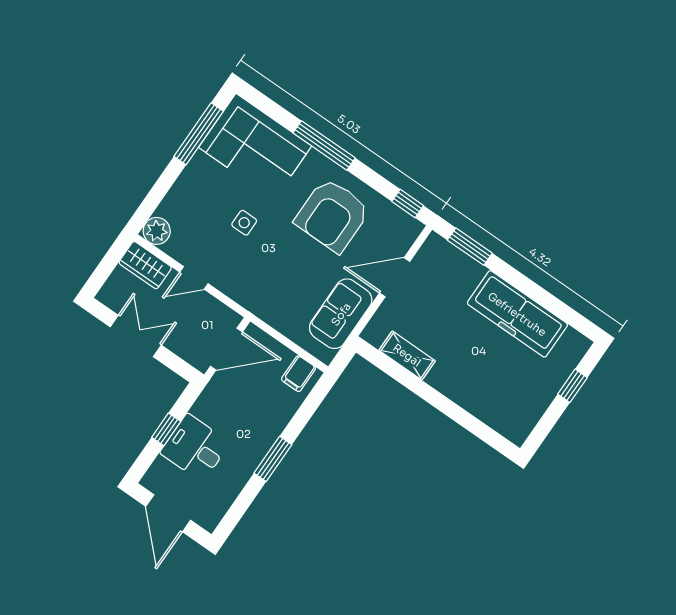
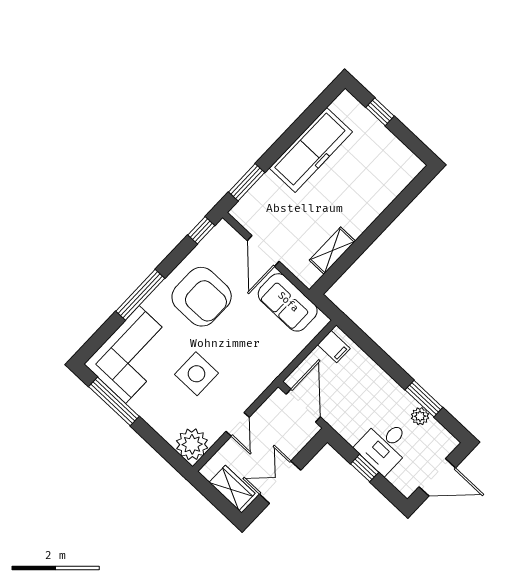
side table: (244, 223) -> (197, 374), width x1.87, depth x1.87
plant: (157, 231) -> (192, 444), width x1.36, depth x1.36
wardrobe: (145, 265) -> (232, 488), moved, turned -90
window: (273, 459) -> (424, 399), moved
plant: (234, 483) -> (420, 416), added

